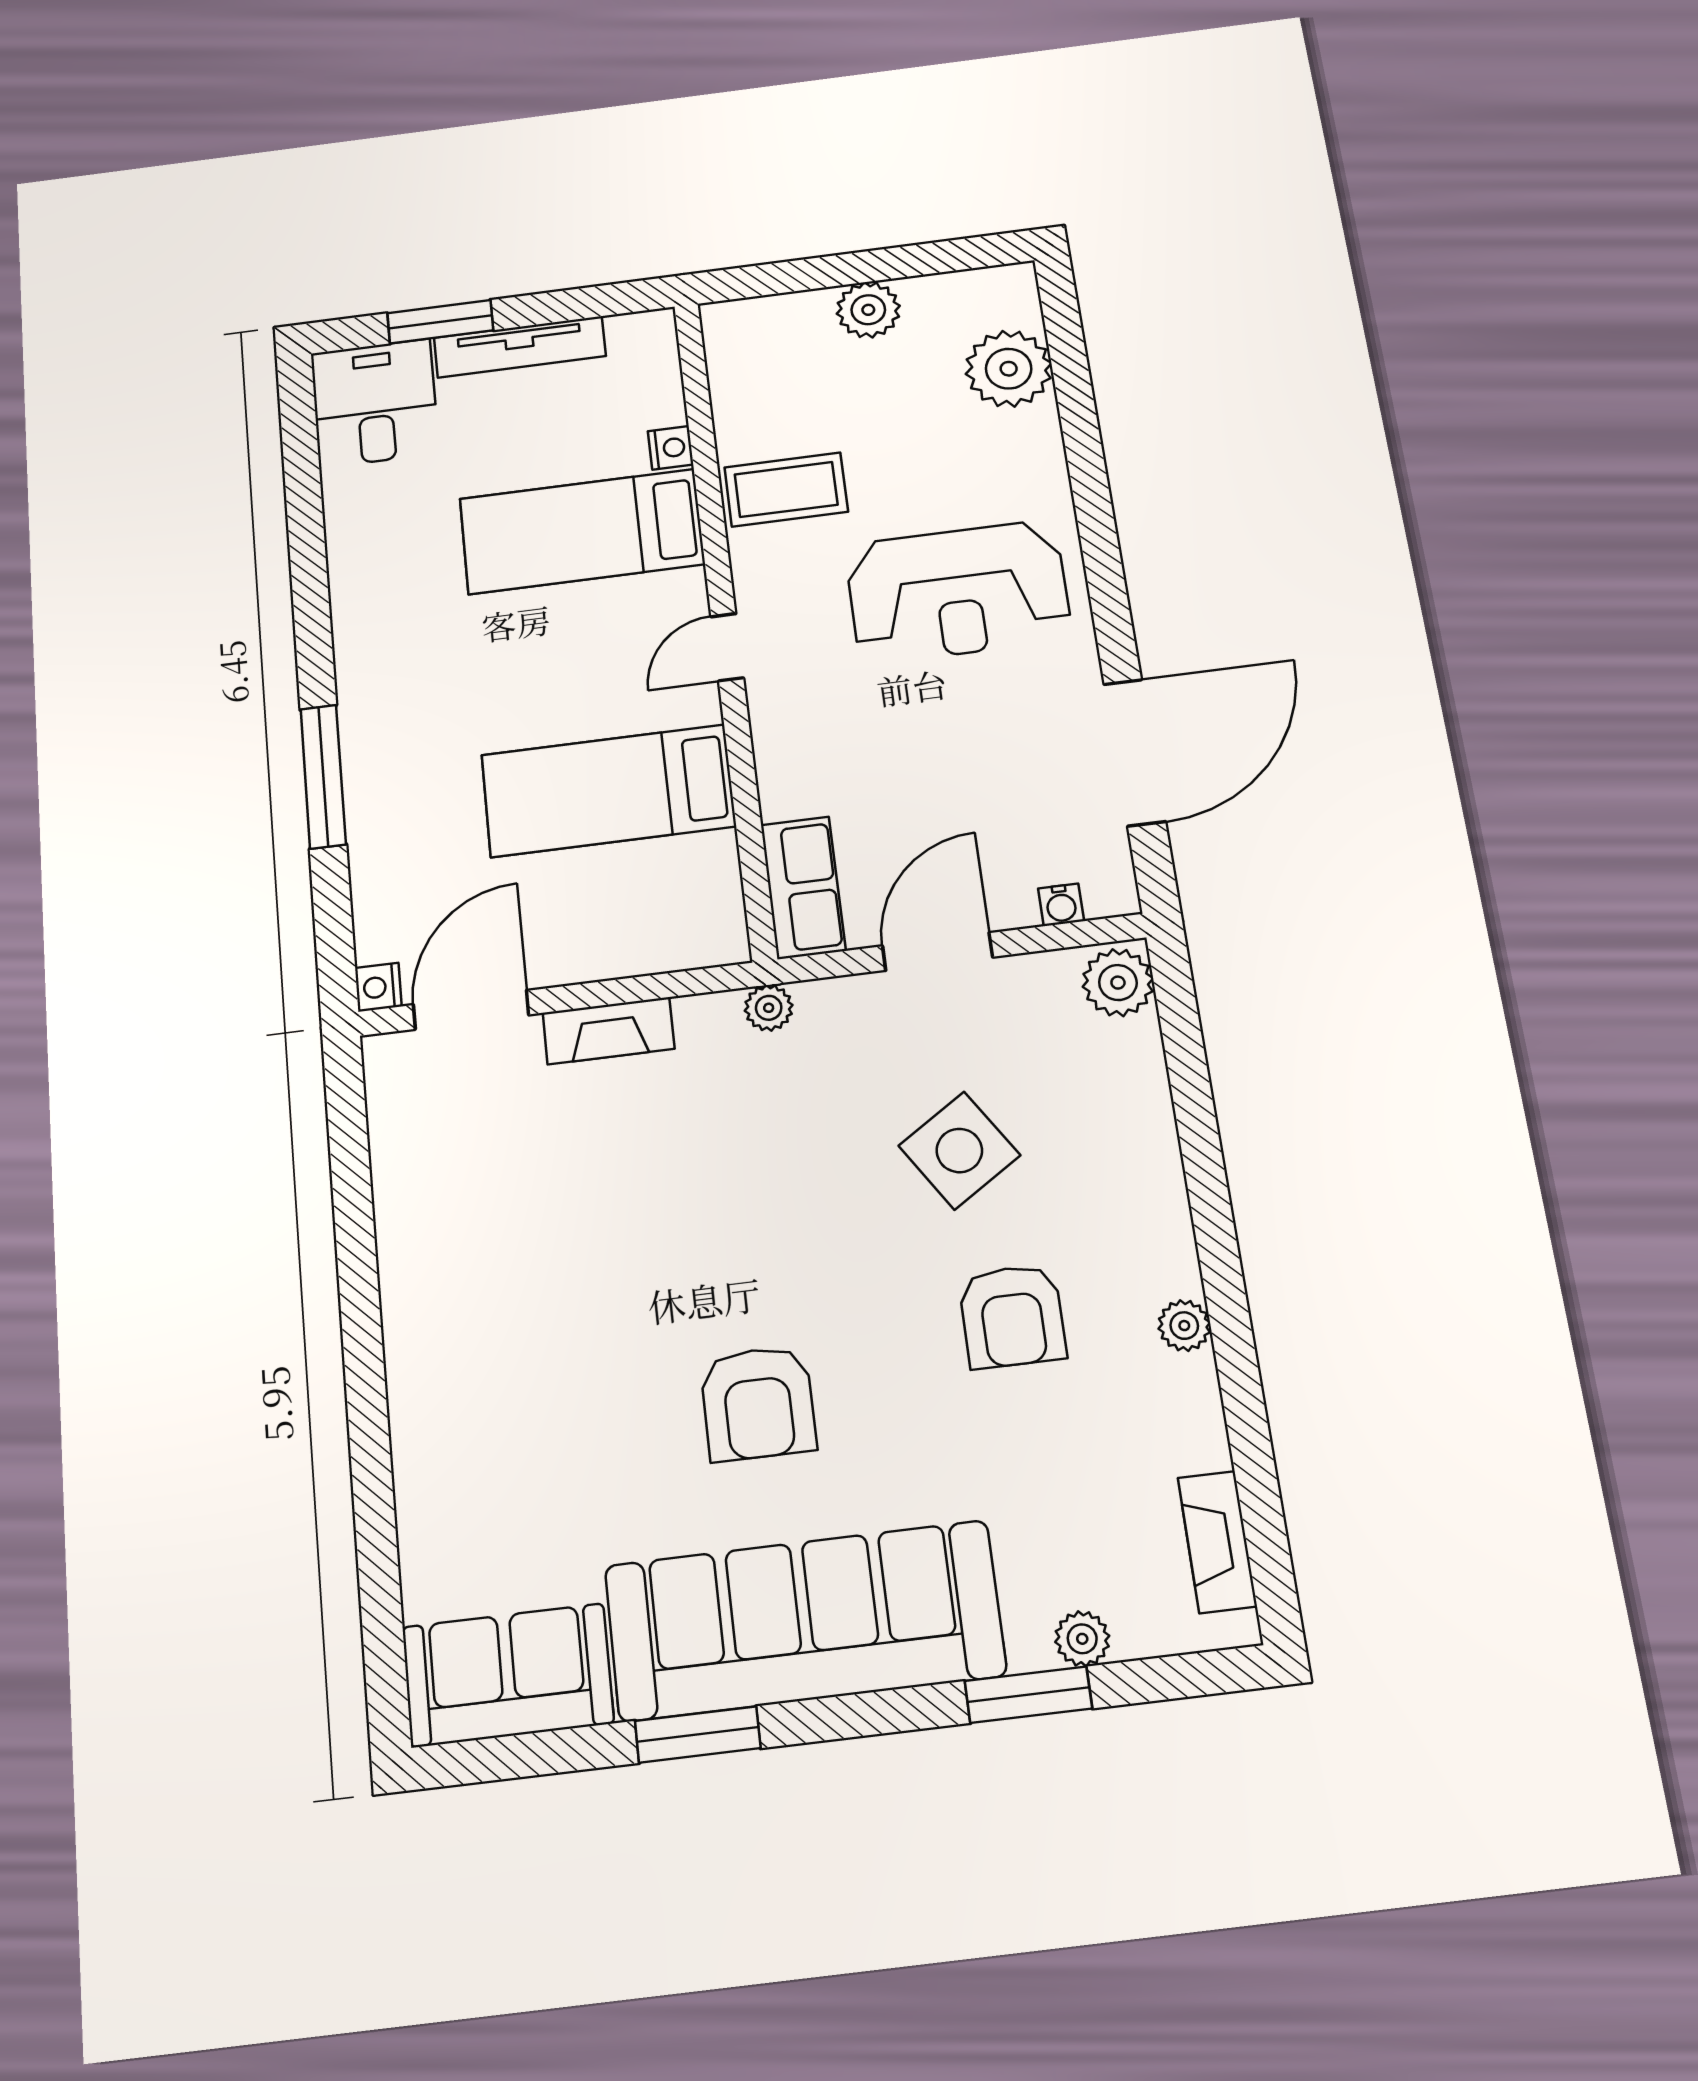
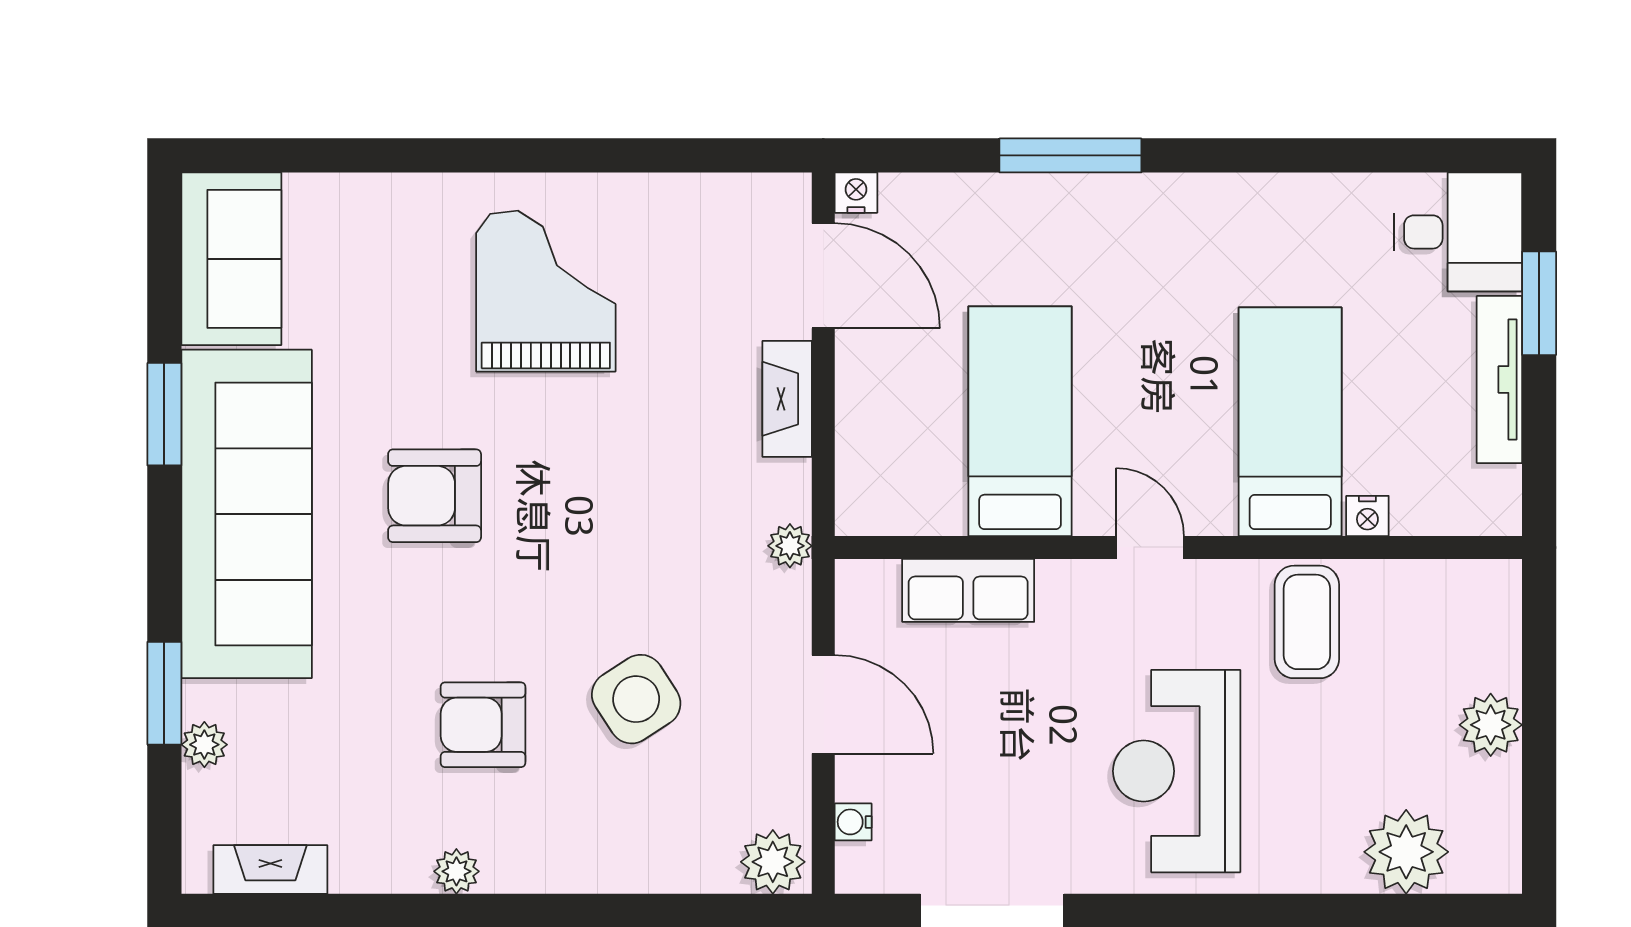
row of seats: (803, 888) -> (968, 590), moved
grand piano: (514, 1306) -> (546, 291), added

